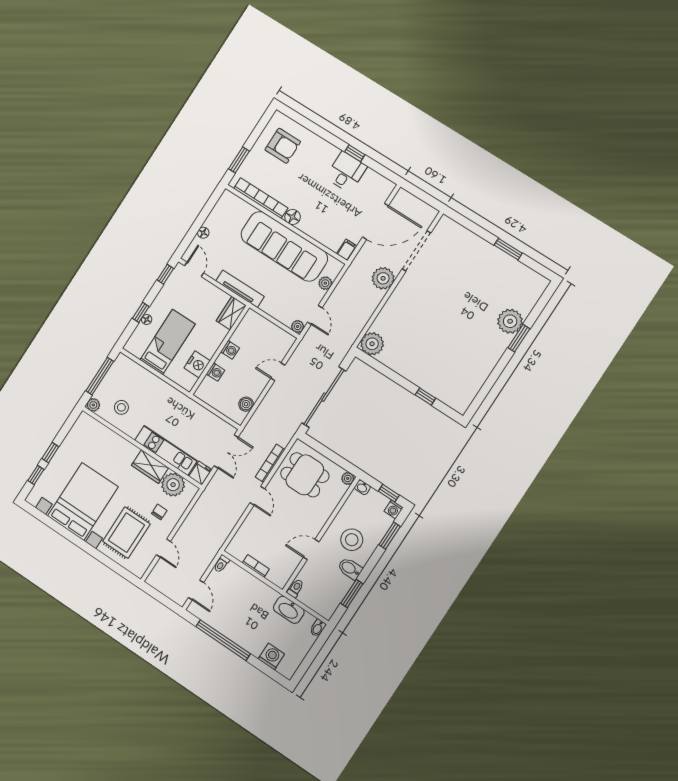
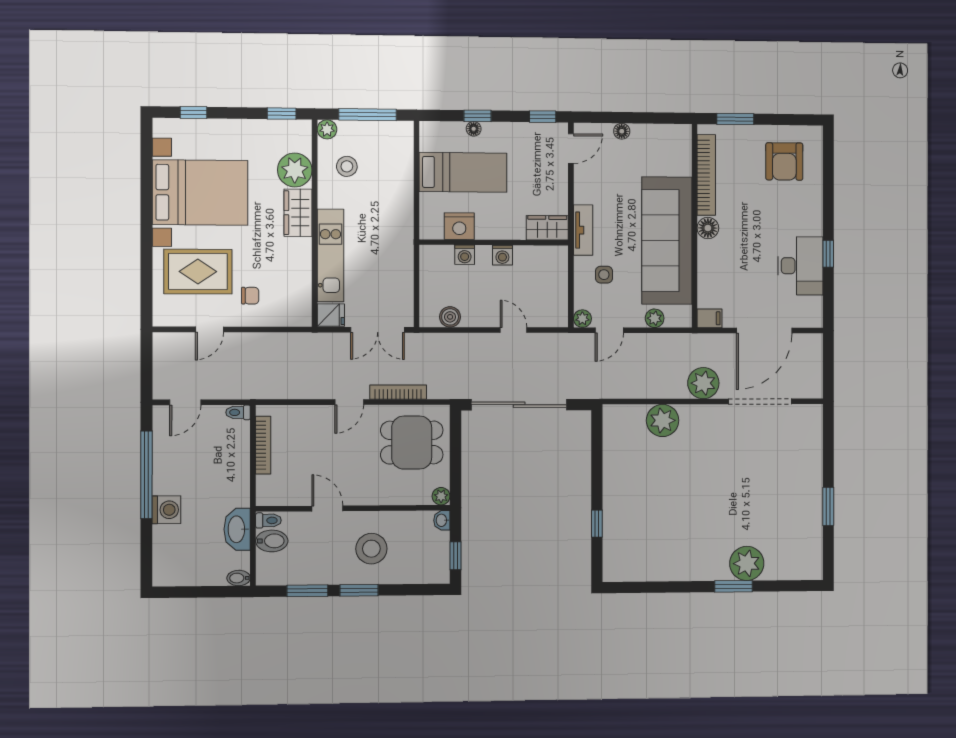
desk: (346, 172) -> (800, 266), width x1.37
door: (375, 221) -> (764, 330), hinge flipped
tv unit: (240, 289) -> (583, 230), width x0.71
side table: (280, 297) -> (604, 275), added
plant: (372, 344) -> (663, 420), moved
window: (50, 453) -> (282, 114), moved
wardrobe: (150, 467) -> (298, 213), moved
dining table: (305, 475) -> (412, 443), turned 90
plant: (173, 485) -> (295, 170), moved
washing machine: (394, 509) -> (440, 574), removed
window: (390, 536) -> (359, 590), moved
bookcase: (256, 566) -> (263, 445), width x1.56
bidet: (350, 568) -> (272, 541), moved, turned 90
washing machine: (271, 657) -> (166, 510), moved

